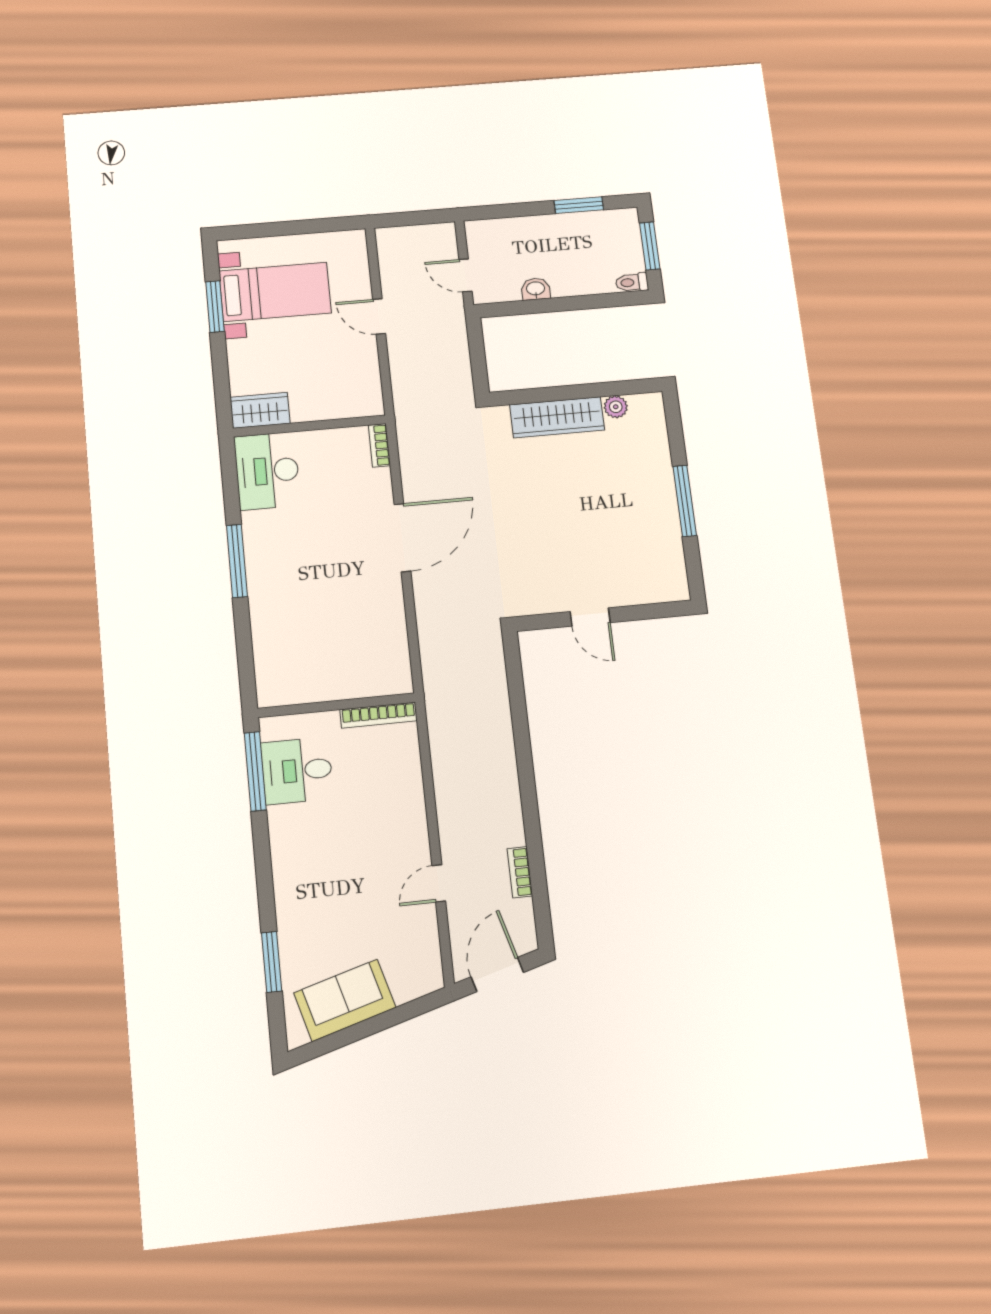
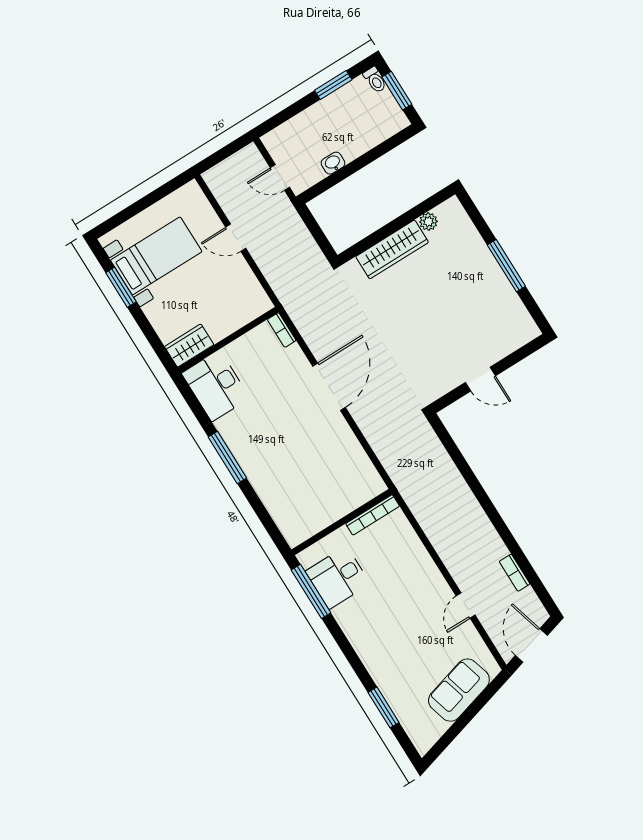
toilet: (632, 282) -> (375, 80), moved, turned -90
sofa: (345, 1000) -> (459, 690), moved

